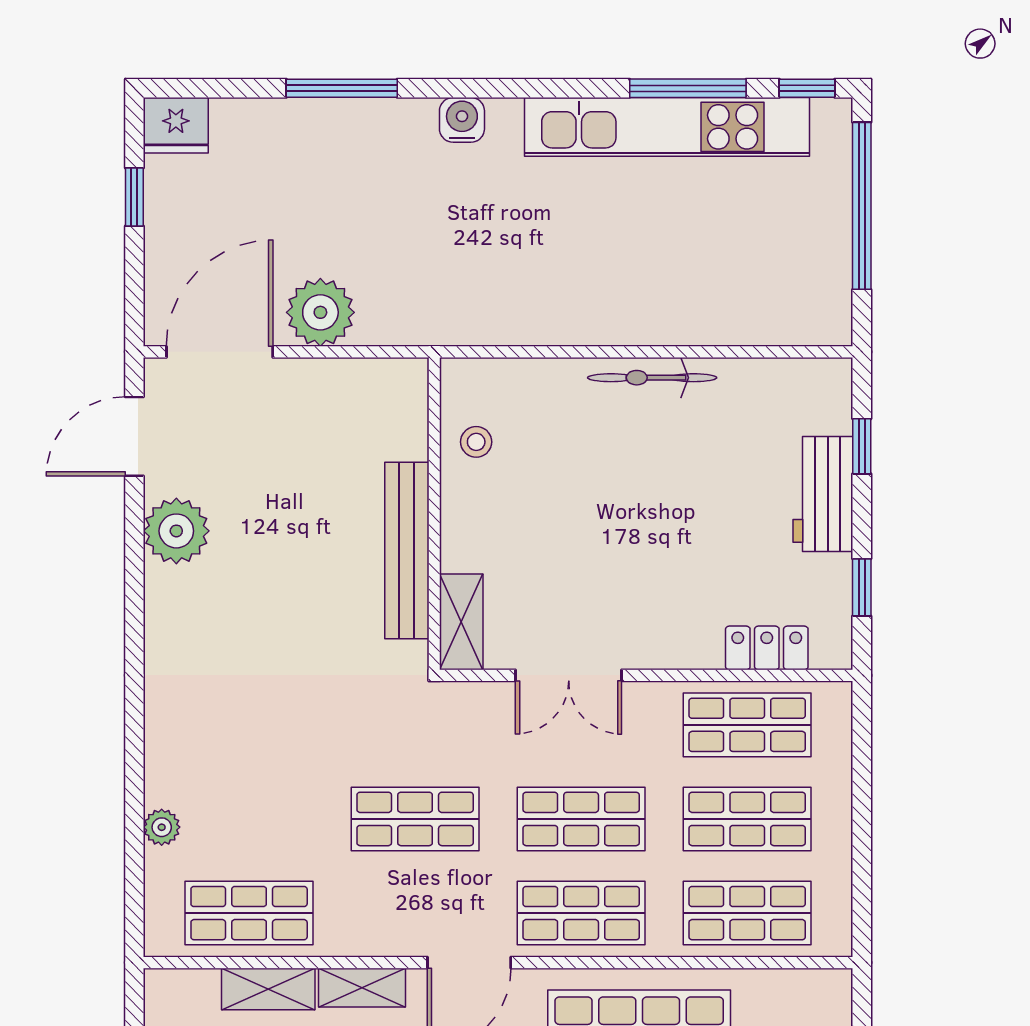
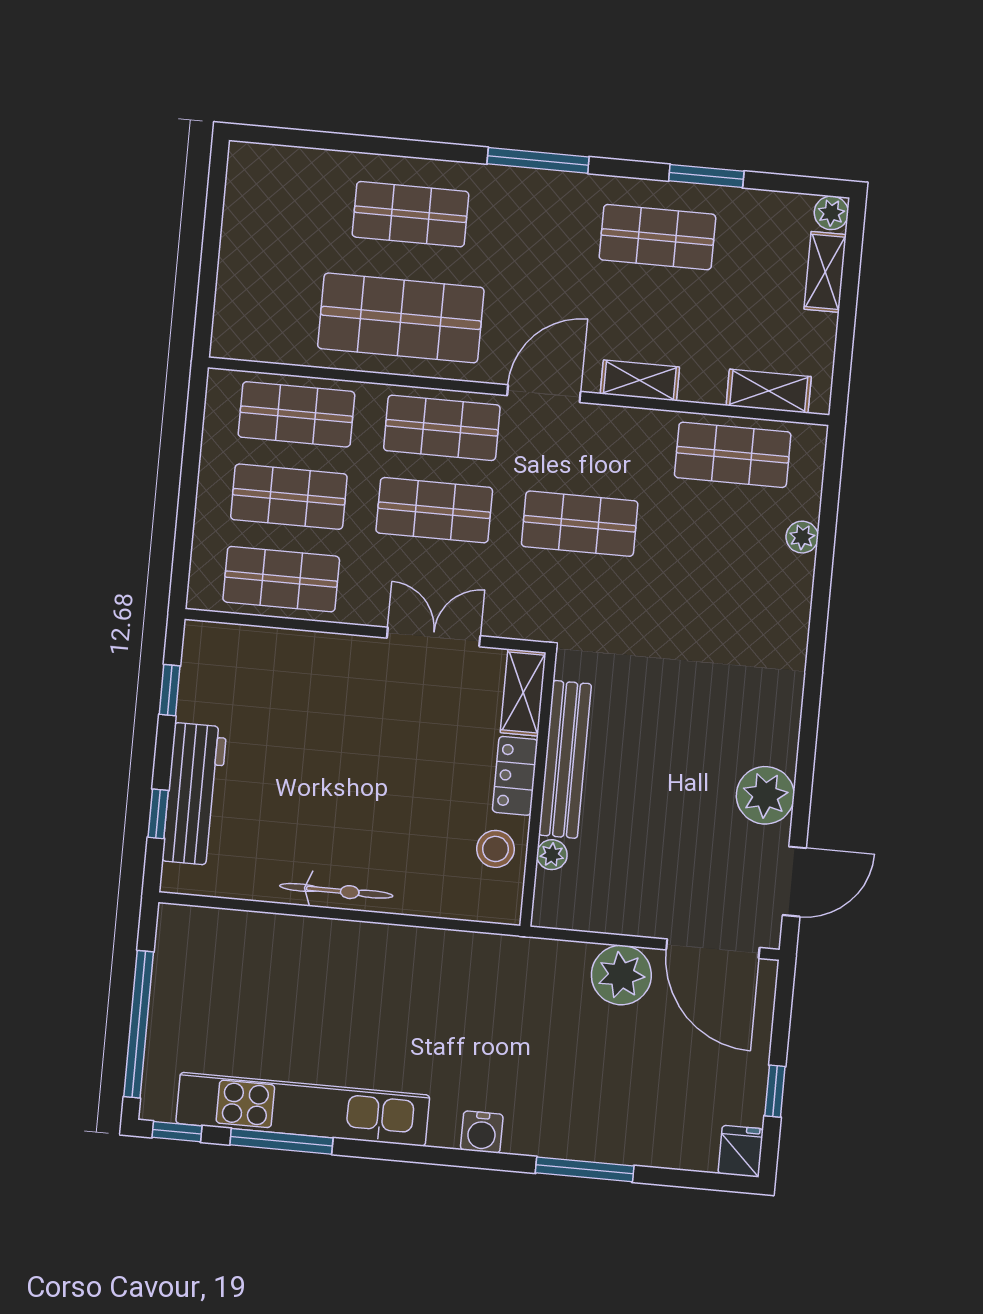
fridge: (176, 125) -> (741, 1151), width x0.72
door: (220, 352) -> (713, 949), hinge flipped
plant: (412, 441) -> (552, 855), added
stool: (476, 442) -> (495, 849), width x1.37, depth x1.37
workbench: (823, 494) -> (194, 794), width x1.38
locker: (767, 648) -> (515, 776), moved, turned 90
shelving: (268, 989) -> (769, 391), moved

